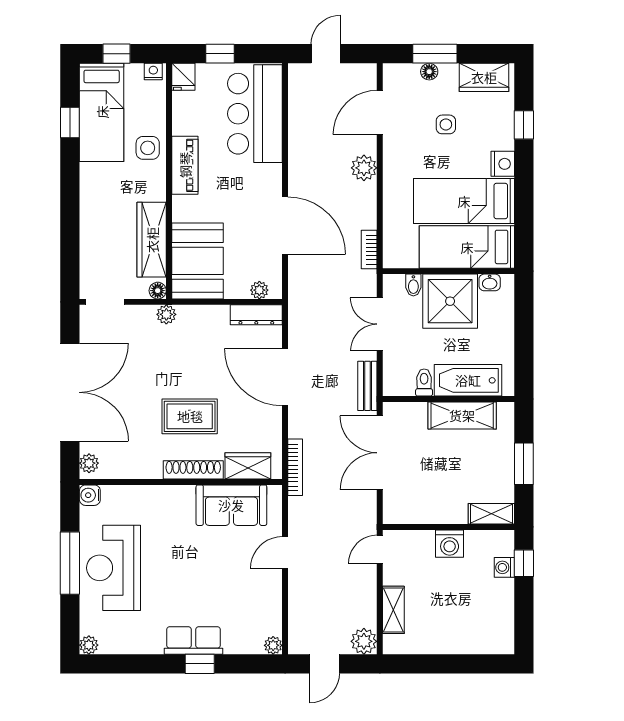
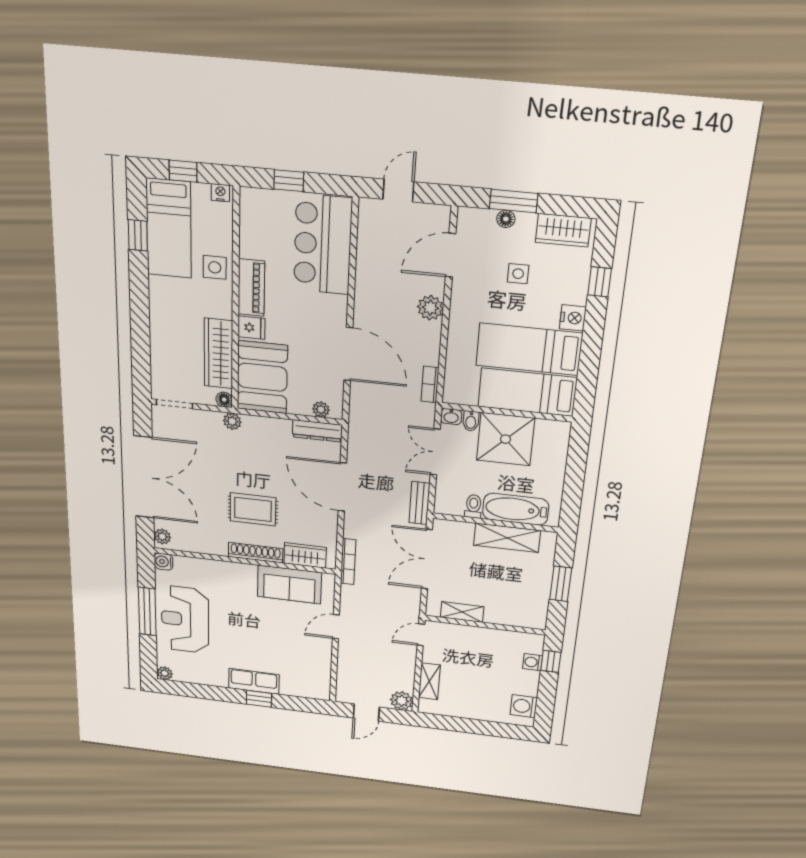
fridge: (183, 77) -> (251, 328), moved, turned -90
washbasin: (490, 282) -> (451, 417), moved
shelving: (491, 514) -> (462, 612), moved
washing machine: (450, 544) -> (524, 706), moved, turned 90
plant: (273, 645) -> (322, 694), removed

